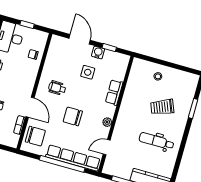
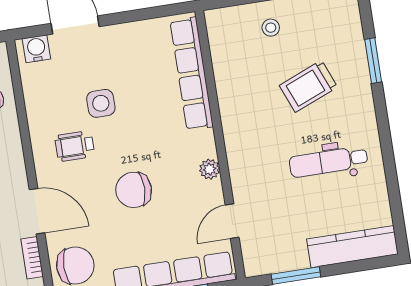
window: (109, 48) -> (144, 14), removed
water cooler: (98, 52) -> (36, 49), moved
side table: (88, 72) -> (101, 103), moved
row of seats: (114, 92) -> (192, 74), width x2.02

